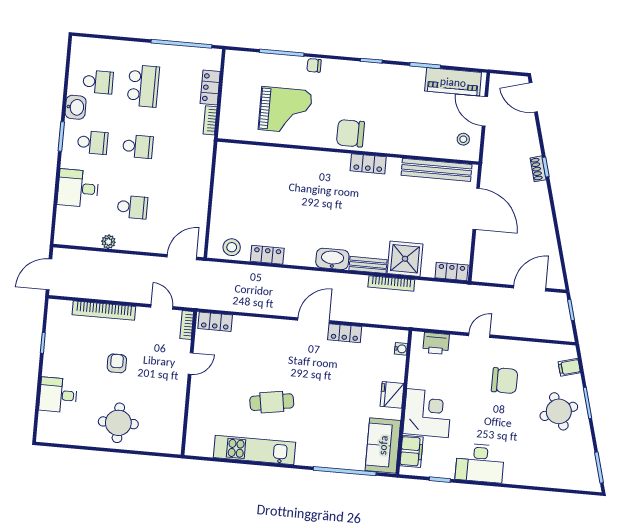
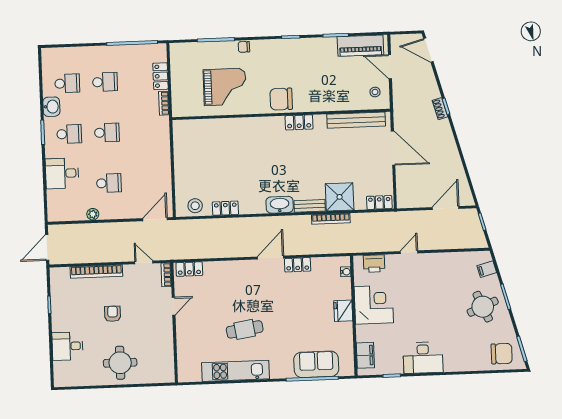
school desk: (143, 86) -> (105, 82), width x0.54
chair: (505, 381) -> (502, 354), moved
corner desk: (427, 413) -> (374, 305), moved
sofa: (383, 445) -> (316, 364), moved, turned 90

